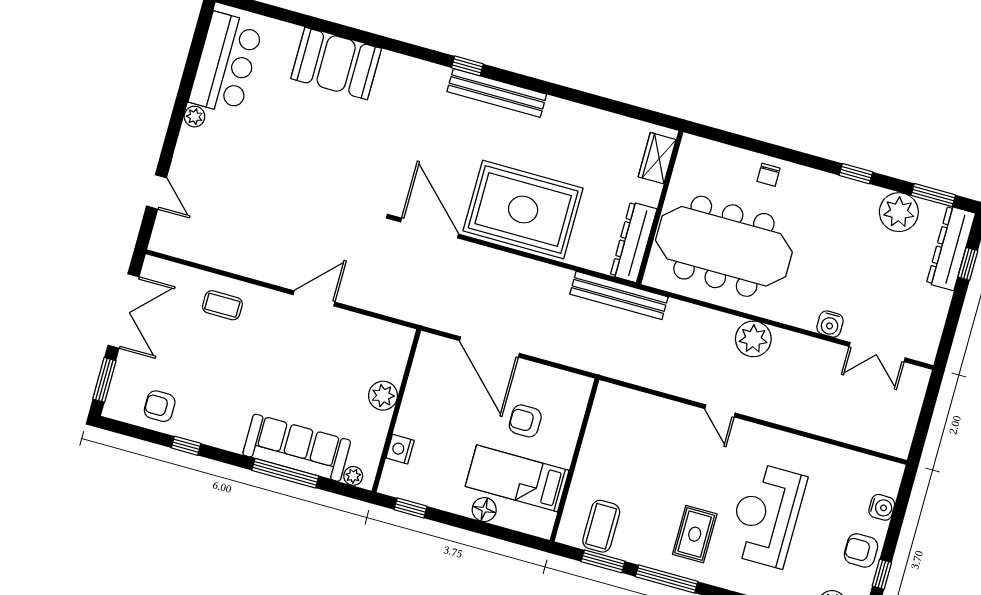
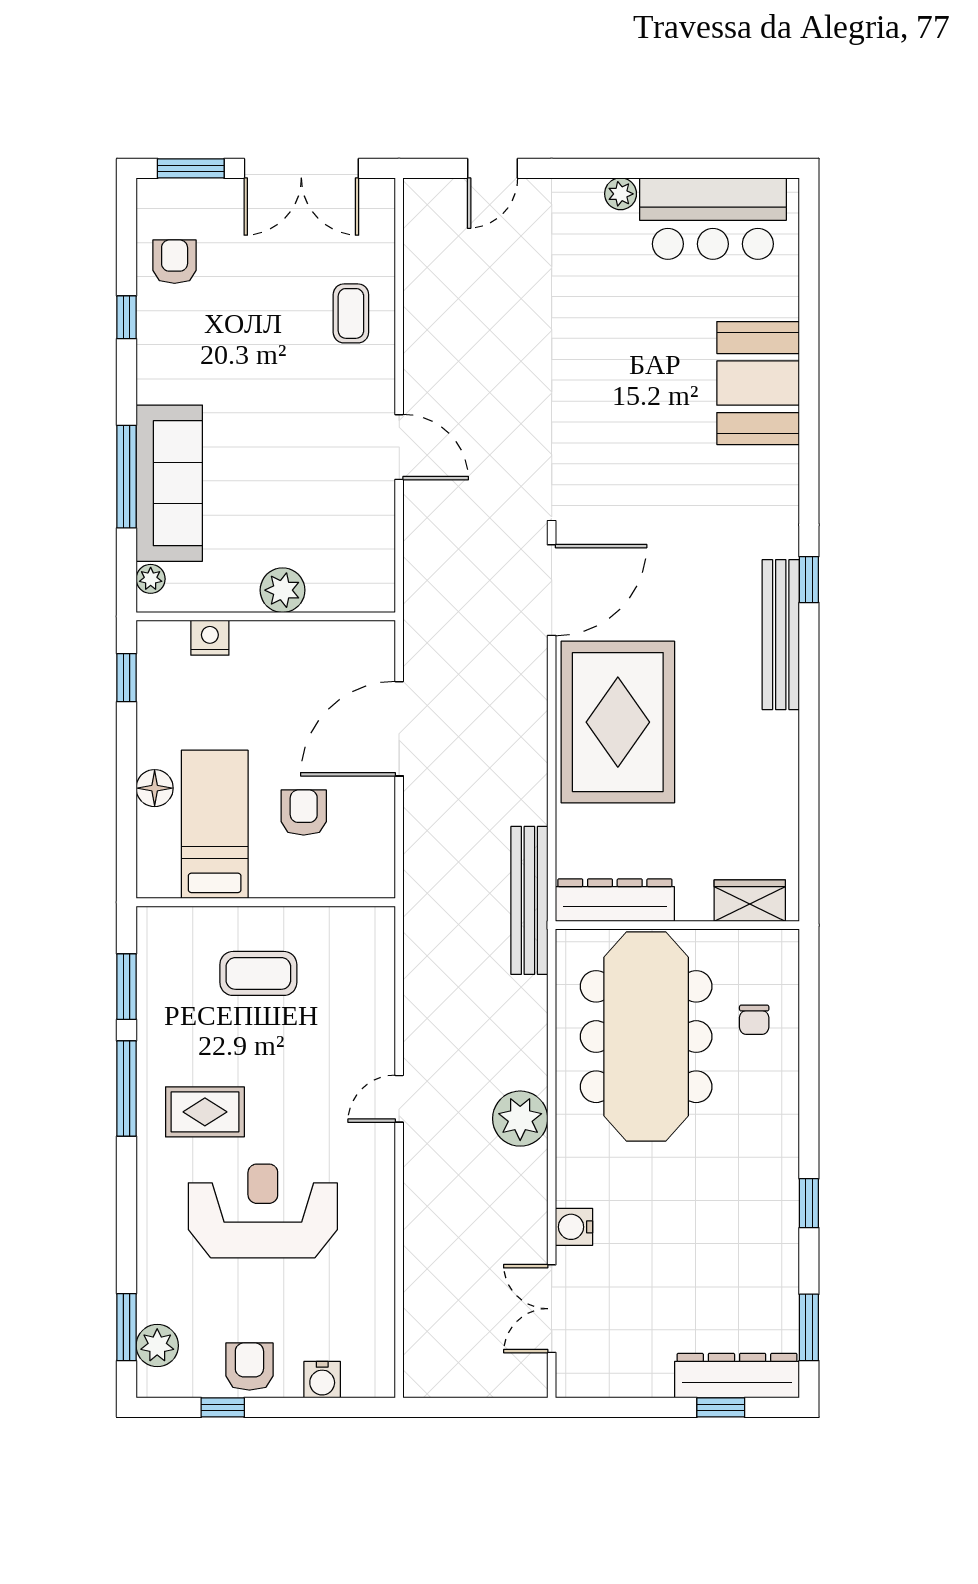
chair: (768, 175) -> (754, 1020), moved, turned -90
plant: (899, 212) -> (769, 1283), removed
coffee table: (601, 526) -> (258, 973), moved

